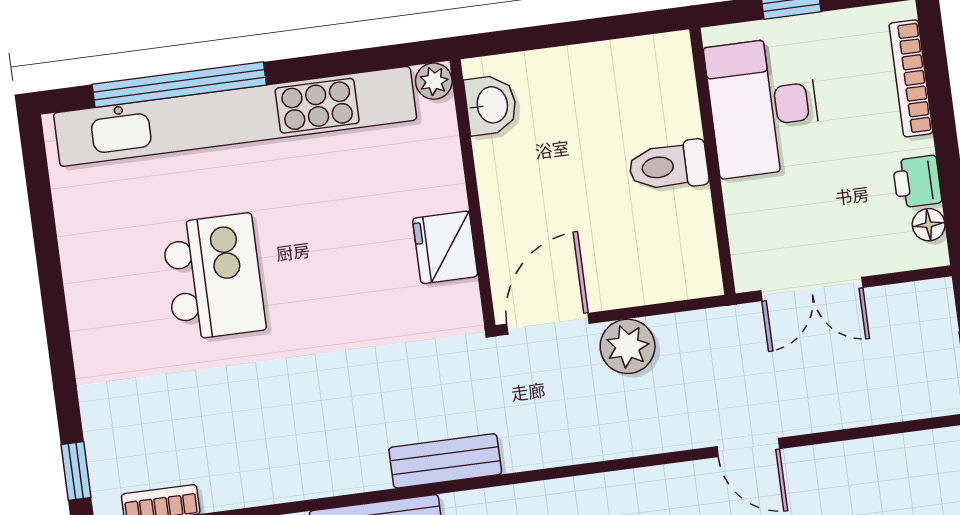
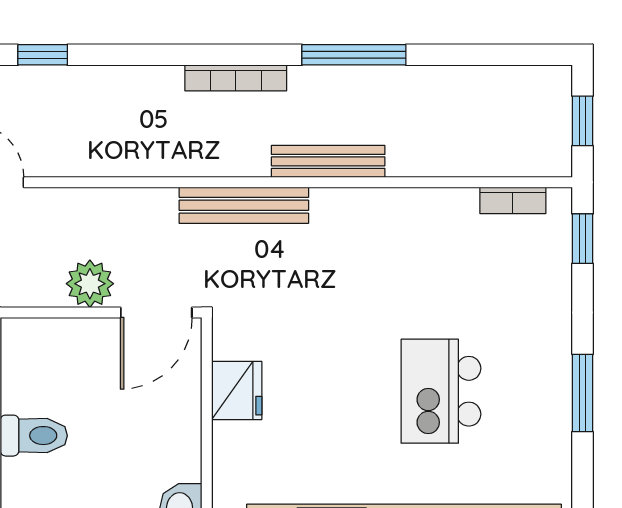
window: (53, 296) -> (583, 393), added
bench: (445, 461) -> (244, 205), width x1.36

